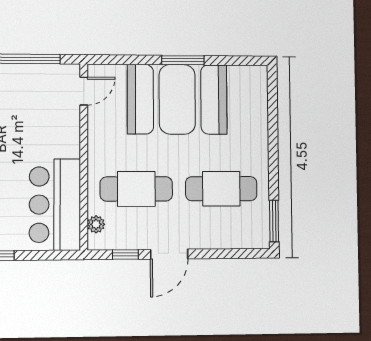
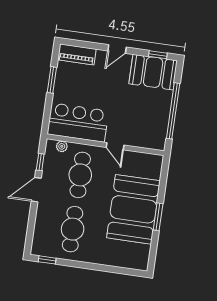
door: (84, 91) -> (115, 146), moved
window: (274, 221) -> (47, 260), width x0.67
door: (169, 254) -> (36, 190), hinge flipped

